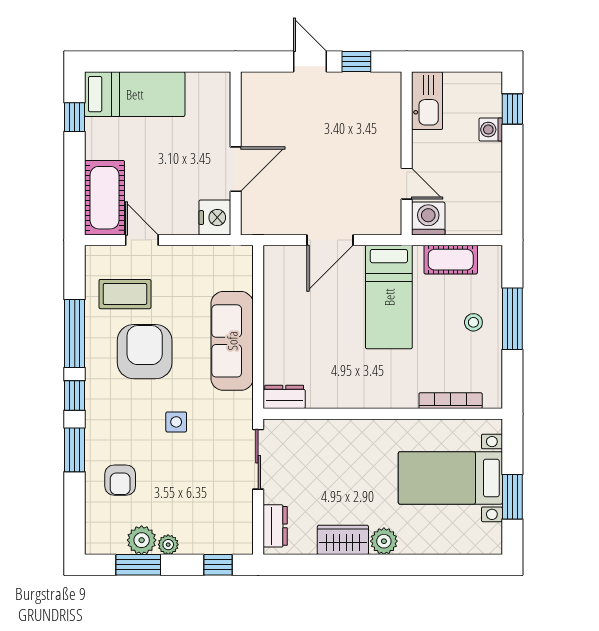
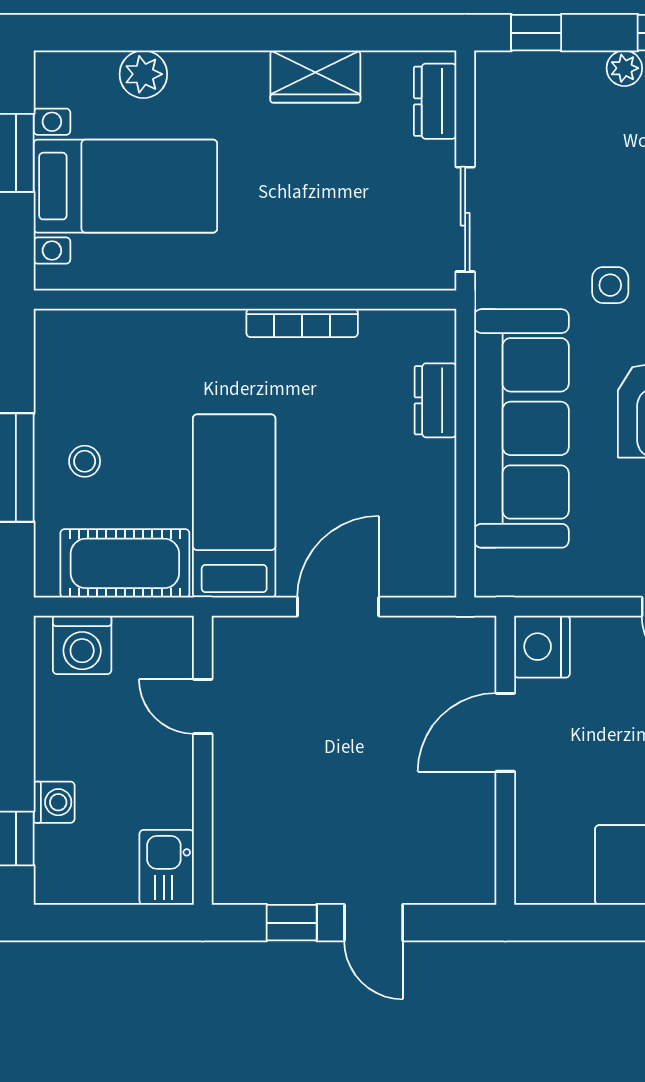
kitchen sink: (427, 101) -> (167, 867), width x0.73
washing machine: (428, 219) -> (82, 645), moved
cot: (451, 260) -> (125, 563), width x1.37, depth x1.34
sofa: (232, 341) -> (521, 428), width x1.36, depth x1.27
dresser: (284, 397) -> (435, 400), moved, turned 90
bookcase: (451, 401) -> (302, 323), moved
plant: (384, 541) -> (143, 74), moved

